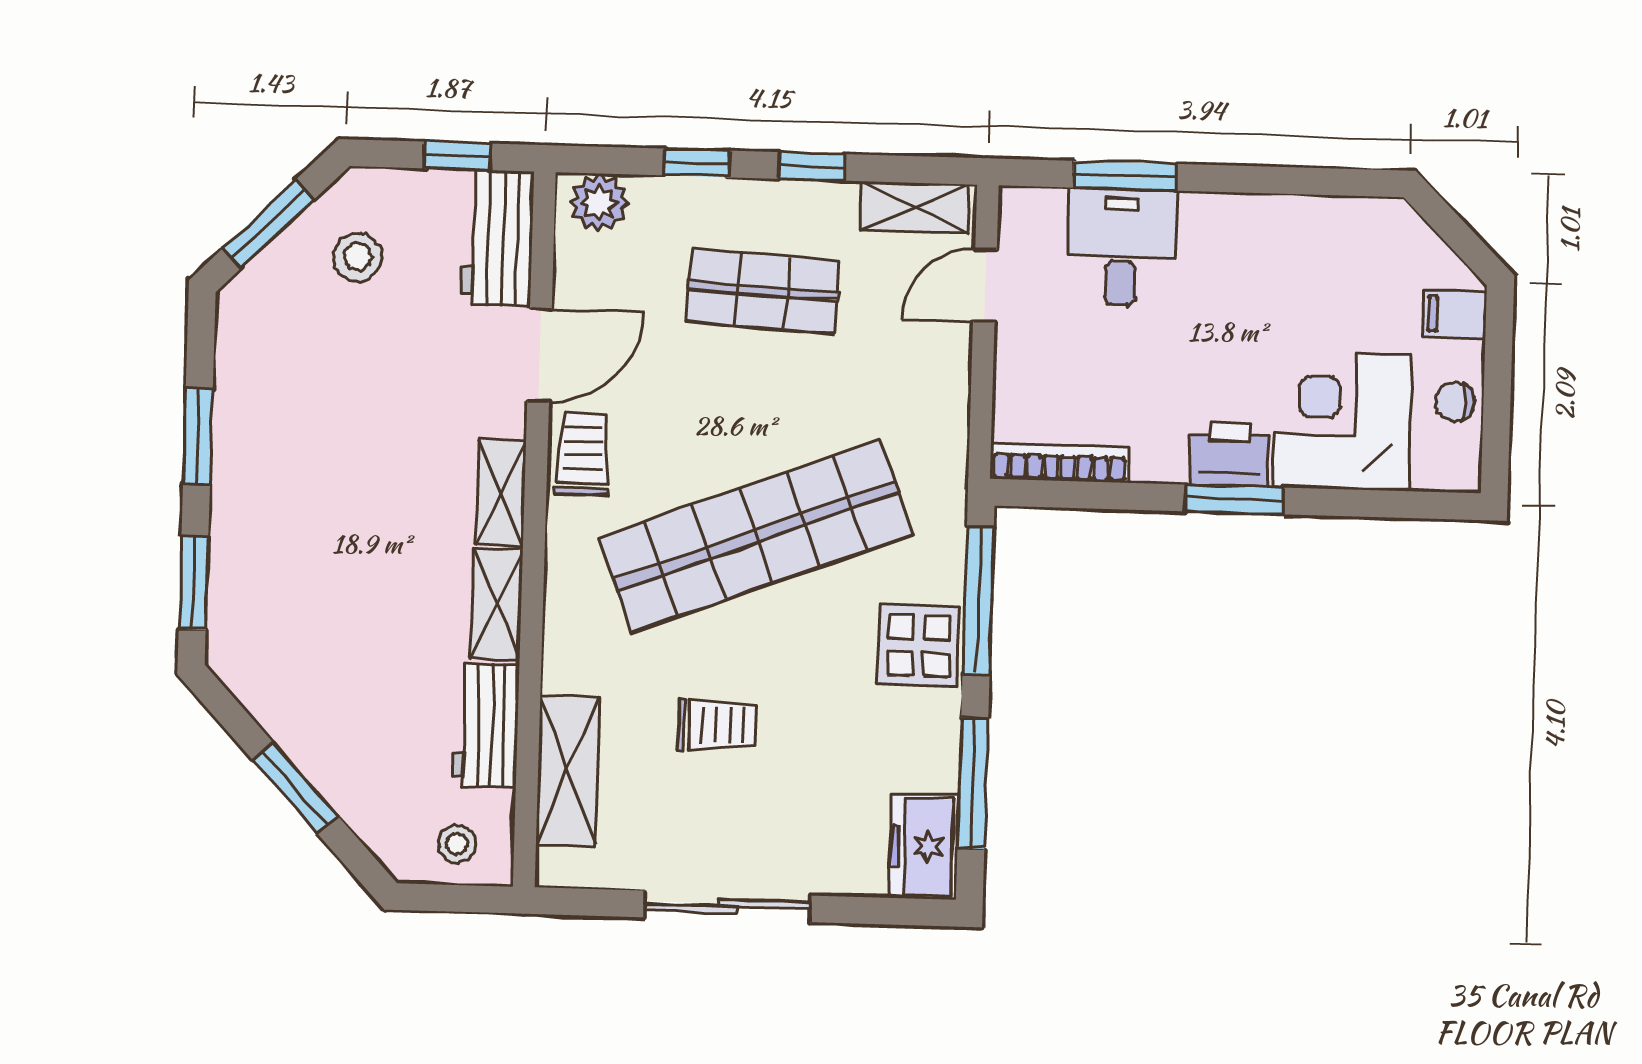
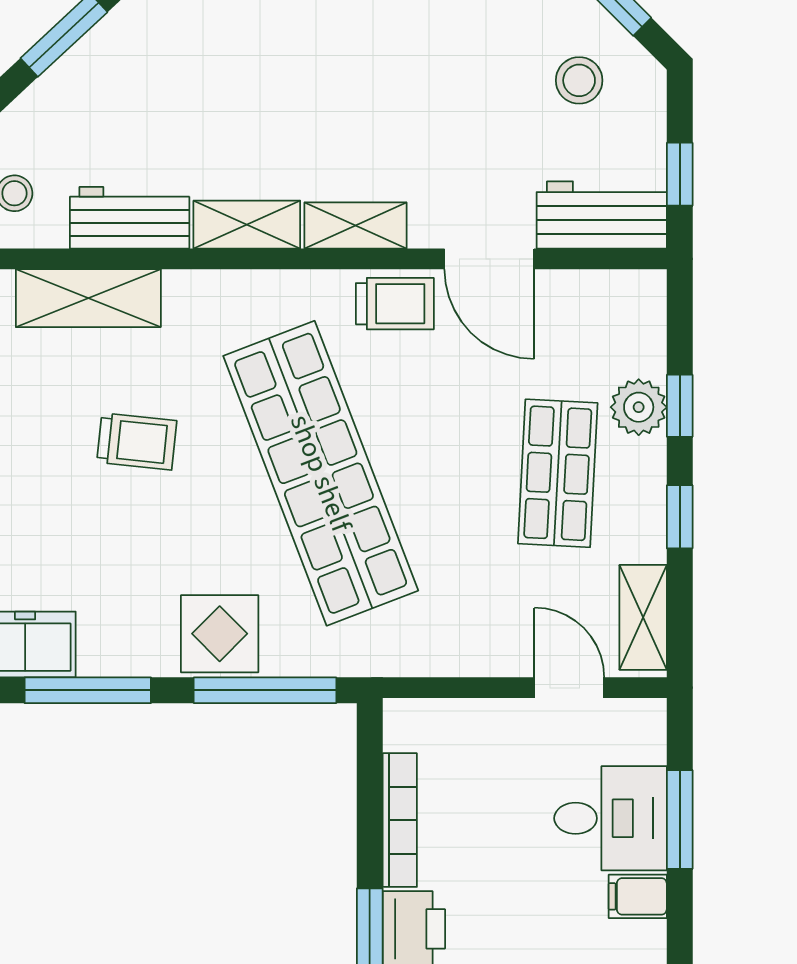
plant: (599, 203) -> (639, 407), moved
filing cabinet: (1203, 221) -> (638, 896), added
bookcase: (1059, 463) -> (400, 820), moved
trolley: (717, 725) -> (137, 442), turned -84

